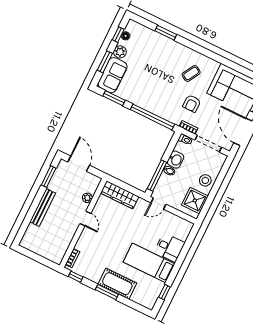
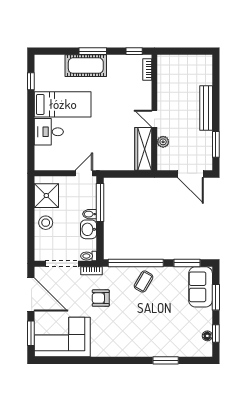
plant: (120, 52) -> (205, 316), removed
coffee table: (191, 73) -> (144, 282), moved
armchair: (192, 103) -> (101, 298), turned -90
wardrobe: (120, 195) -> (143, 149), moved, turned -90

